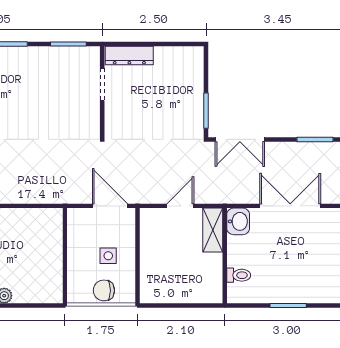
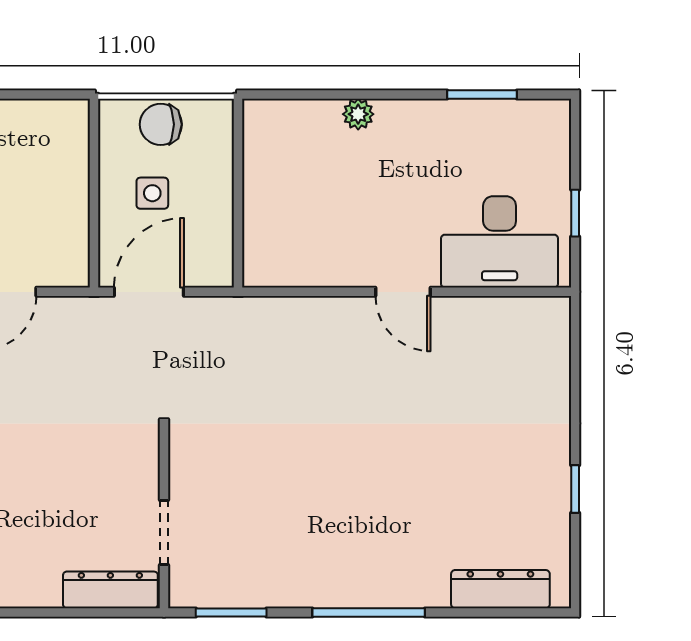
door: (110, 206) -> (149, 292), swing flipped
chair: (104, 290) -> (161, 124), turned 180

